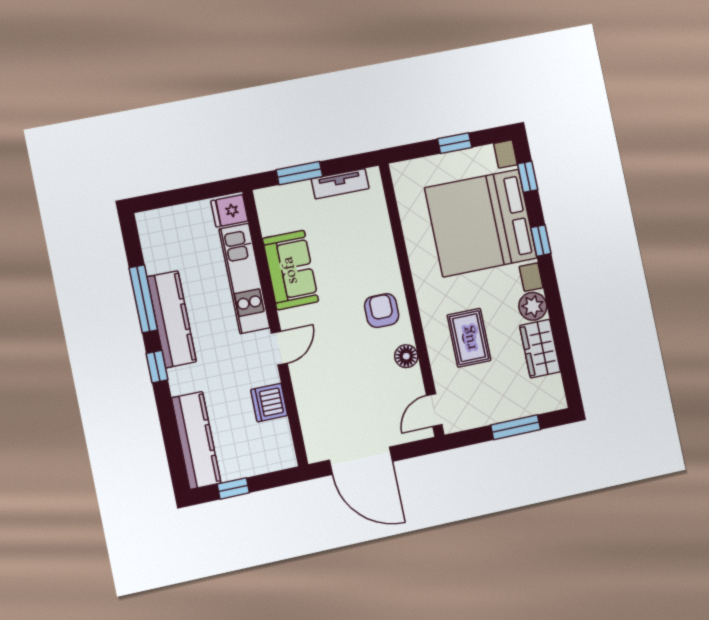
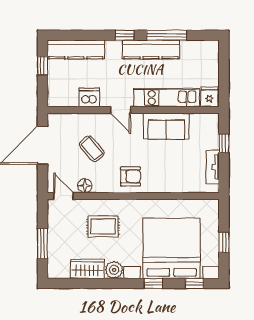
window: (299, 173) -> (224, 144), width x0.67
floor lamp: (406, 356) -> (85, 186), moved
coffee table: (351, 381) -> (92, 149), added

